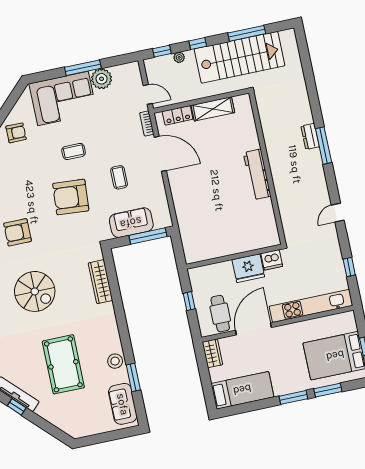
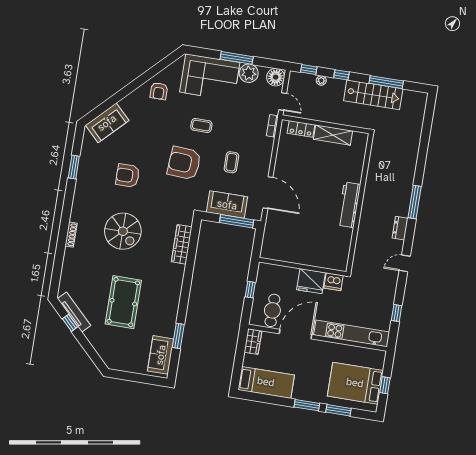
stairs: (240, 57) -> (373, 95), width x0.73, depth x0.66
floor lamp: (131, 72) -> (276, 77), added
armchair: (16, 133) -> (159, 91), turned 90
dresser: (310, 136) -> (400, 228), moved
door: (160, 154) -> (268, 193), moved
stool: (115, 361) -> (168, 316), removed

